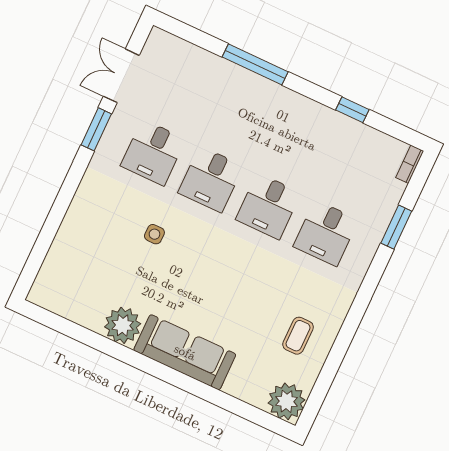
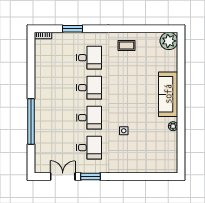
window: (255, 64) -> (31, 122), width x1.46
double door: (121, 76) -> (63, 177), swing flipped
window: (352, 110) -> (31, 71), removed
plant: (123, 325) -> (173, 126), width x0.53, depth x0.53
coffee table: (298, 336) -> (126, 46), moved

